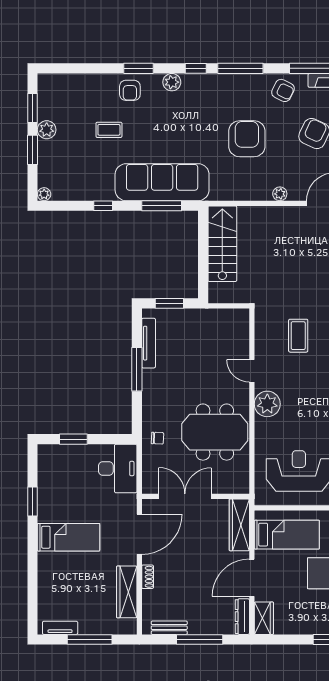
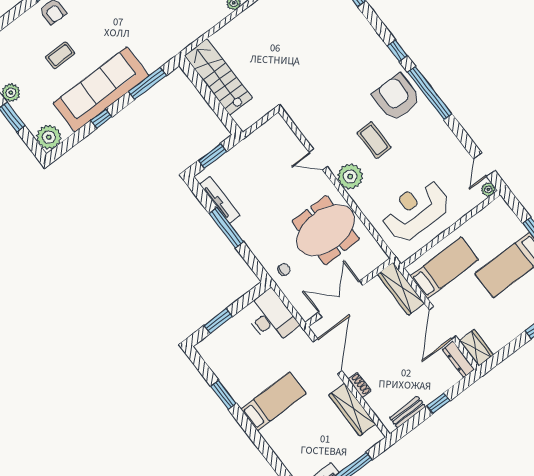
sofa: (162, 182) -> (101, 89), moved
plant: (44, 194) -> (49, 137), width x1.87, depth x1.87
coffee table: (298, 336) -> (374, 140), moved
window: (200, 640) -> (438, 403), width x0.46

